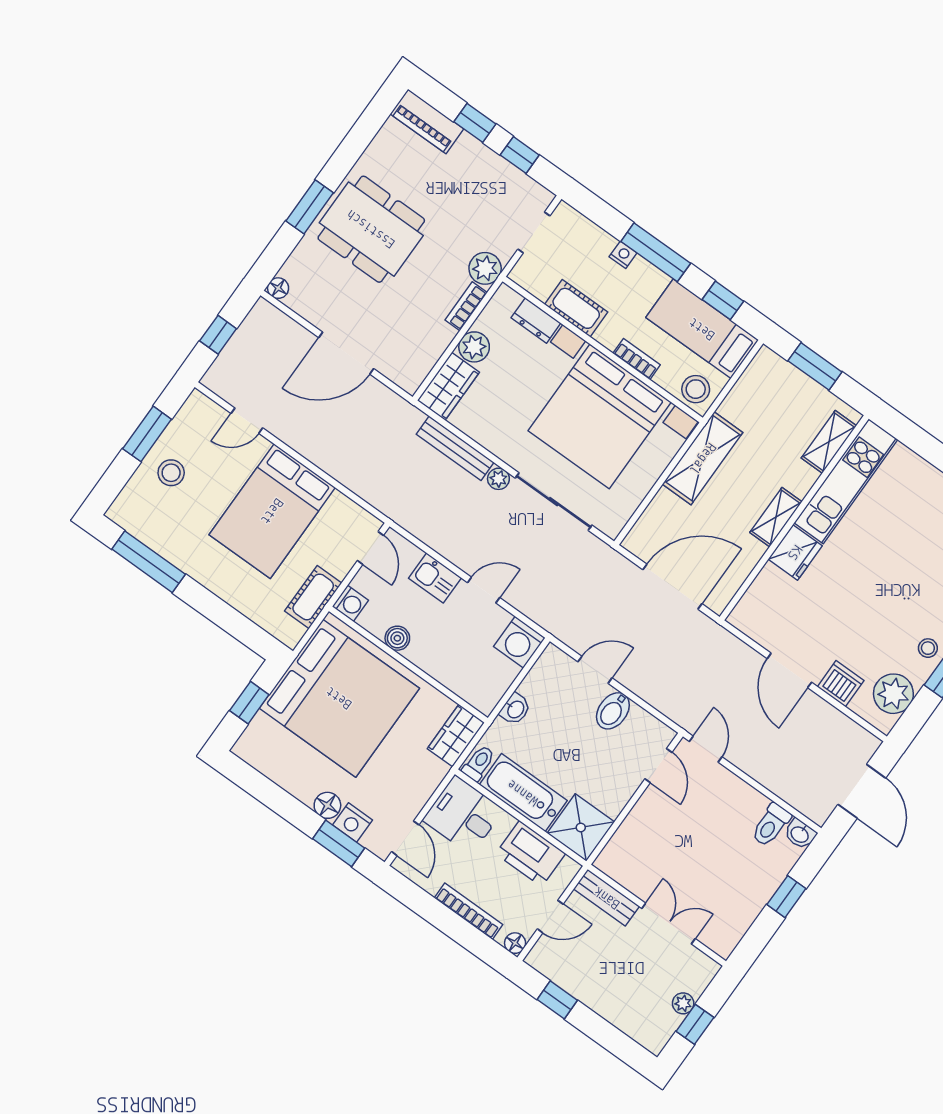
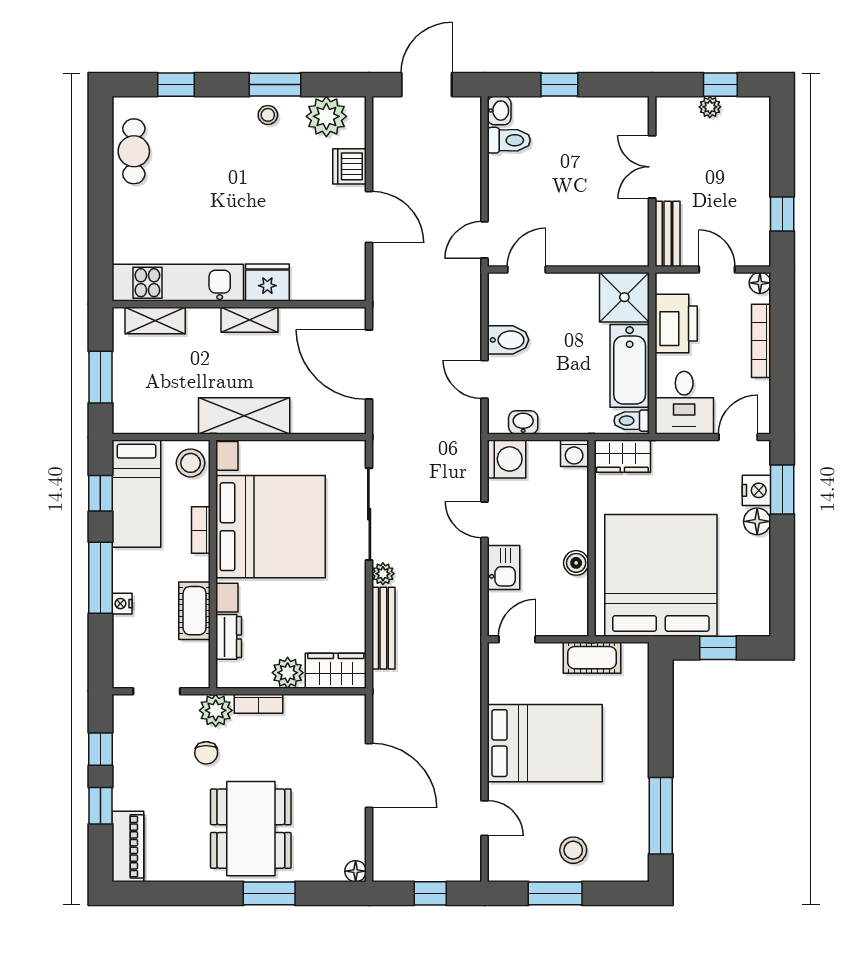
chair: (457, 237) -> (206, 753), added
washing machine: (350, 603) -> (574, 453), moved, turned 180
door: (789, 670) -> (369, 217), hinge flipped
washbasin: (515, 709) -> (523, 422), moved

